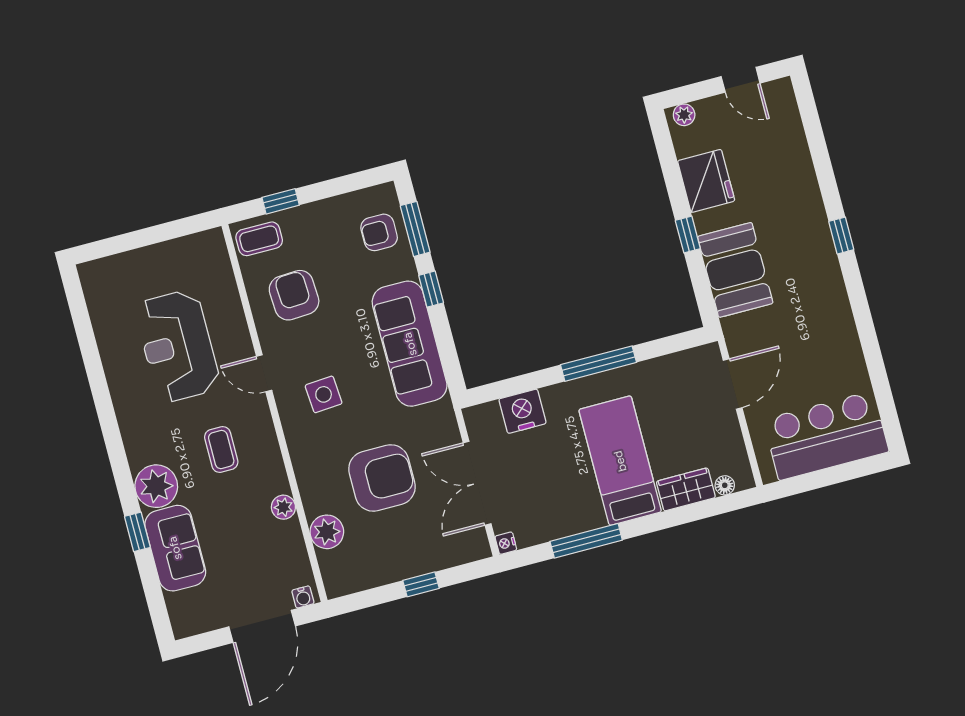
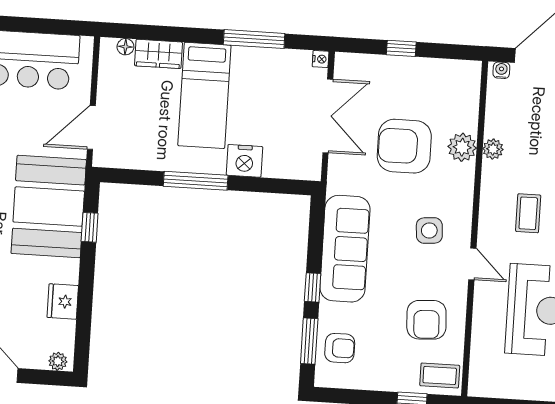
fridge: (706, 181) -> (63, 301), width x0.73, depth x0.75
window: (688, 235) -> (90, 227), moved
booth: (735, 270) -> (49, 207), width x1.36, depth x1.42
nightstand: (522, 411) -> (244, 161), moved
plant: (327, 532) -> (462, 147), moved

